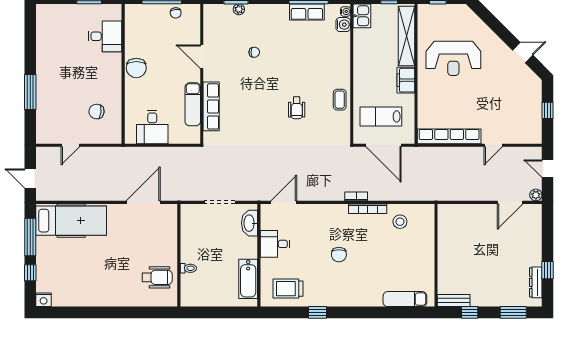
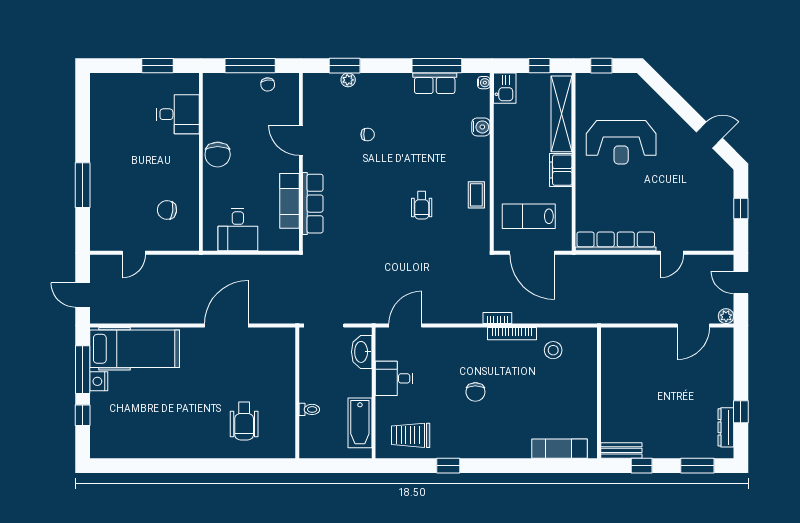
water cooler: (343, 25) -> (481, 127), moved
wall: (179, 255) -> (297, 393), moved
toilet: (188, 268) -> (309, 409), moved
wheelchair: (157, 277) -> (244, 421), turned 90
nightstand: (44, 300) -> (99, 381), moved, turned 90

